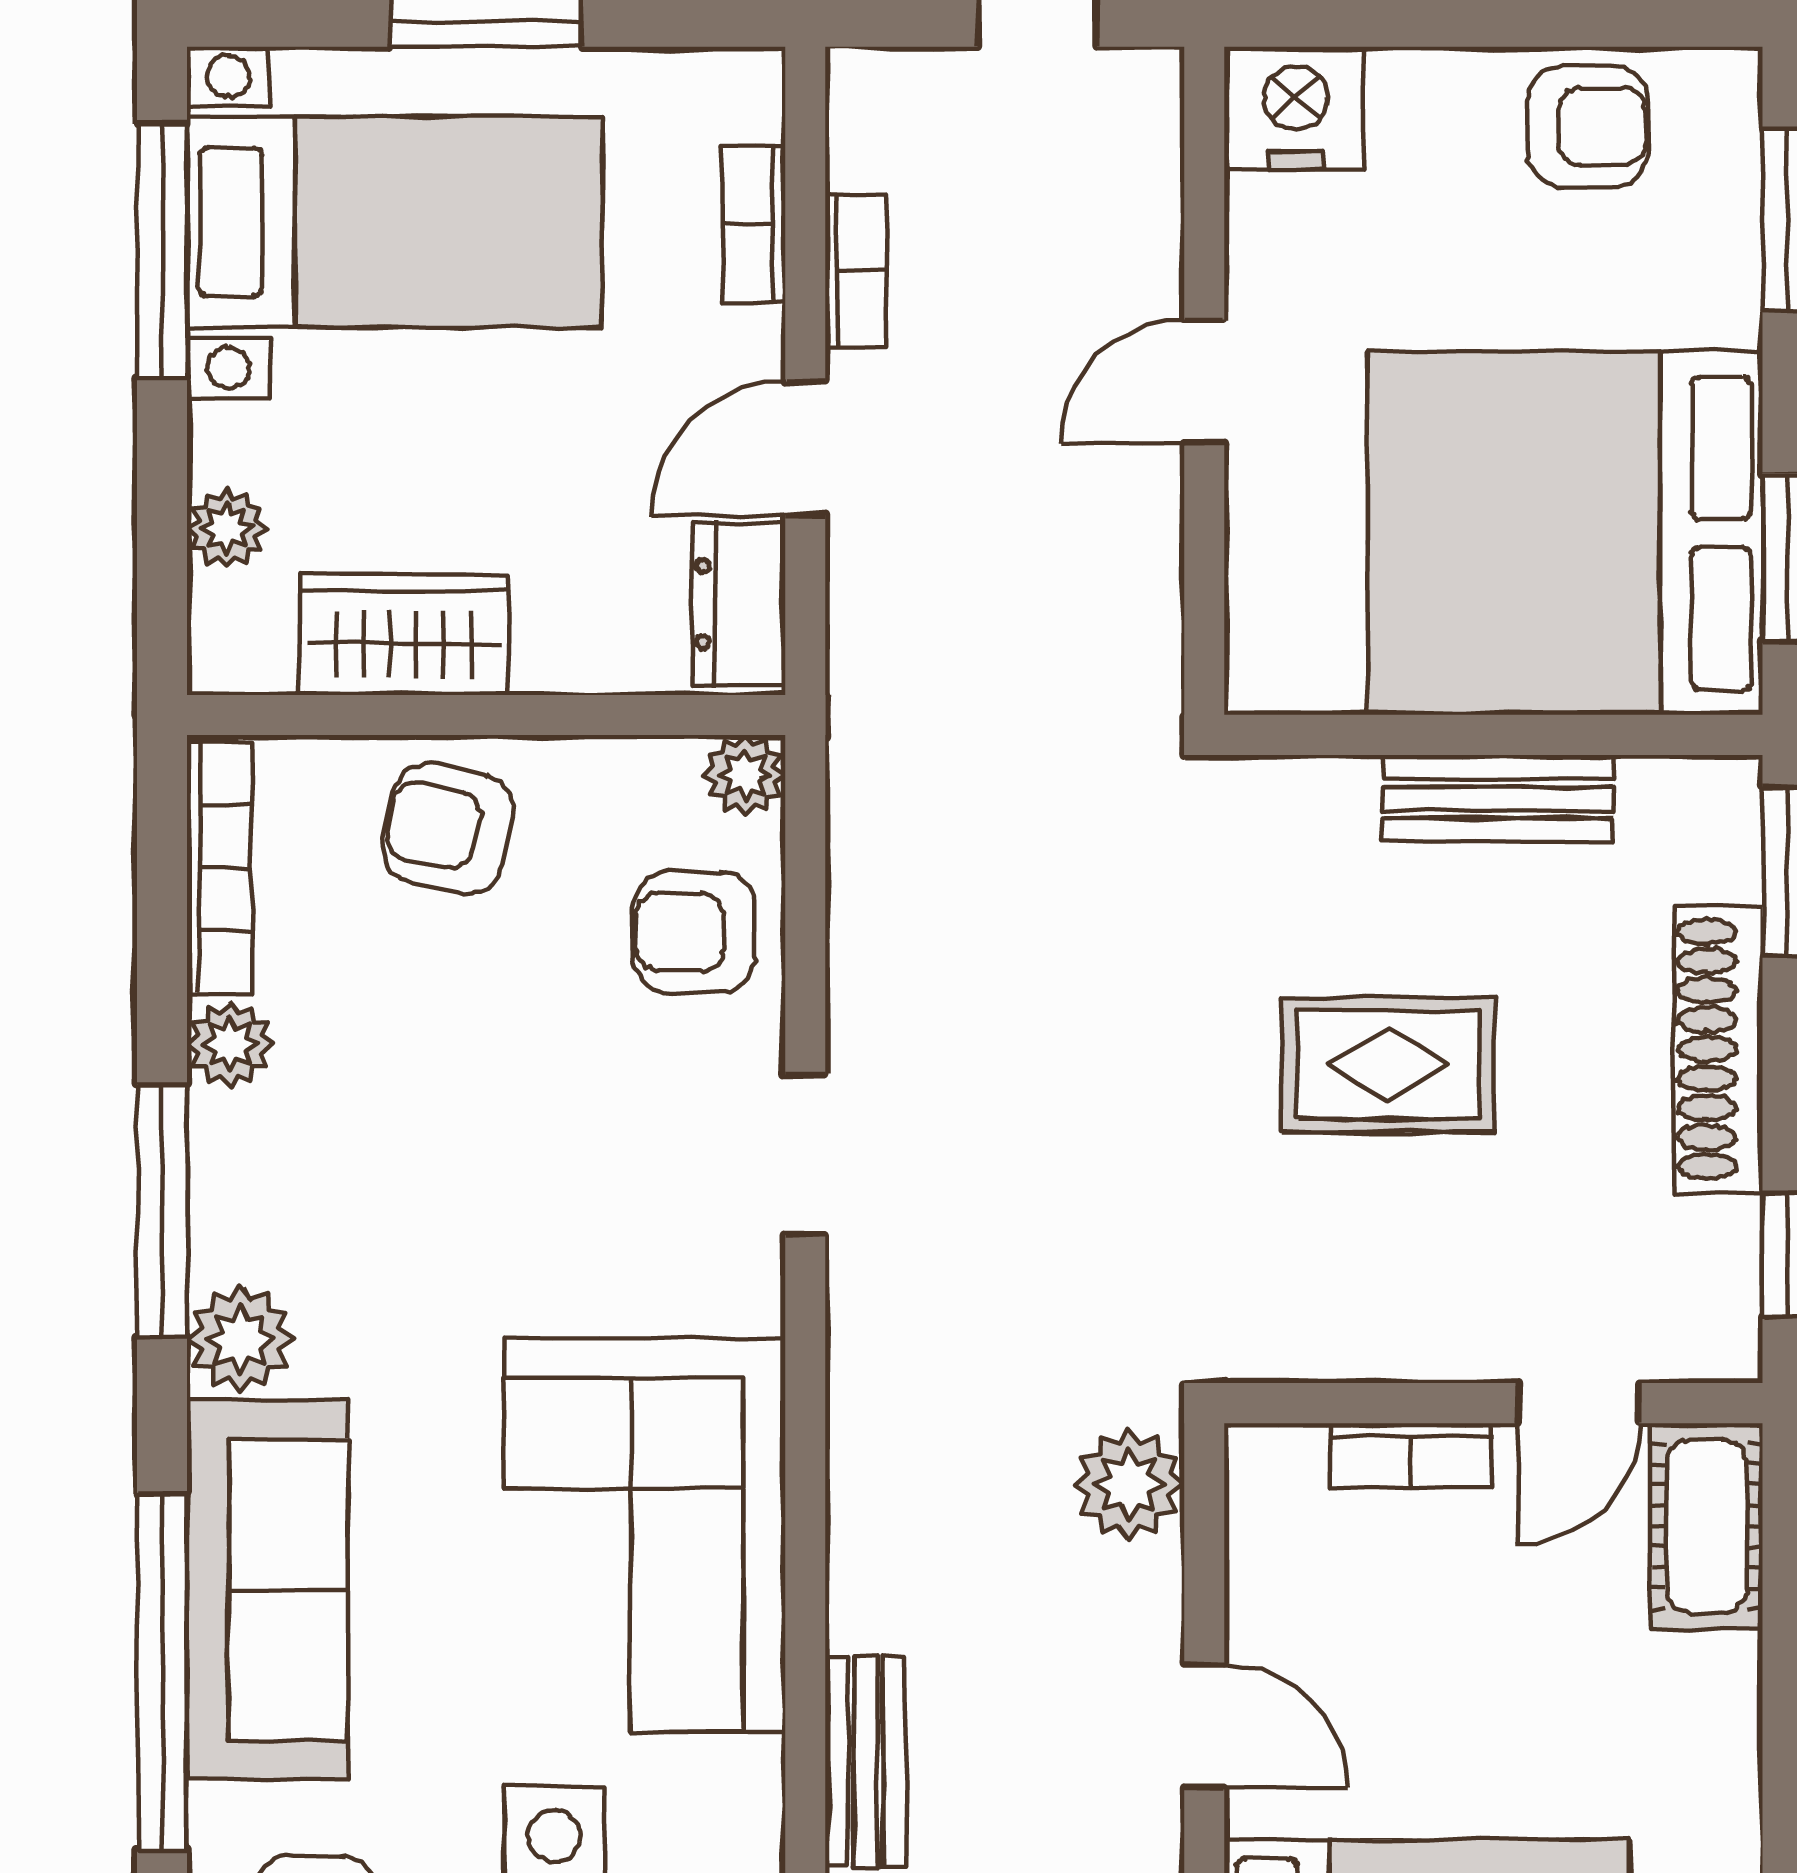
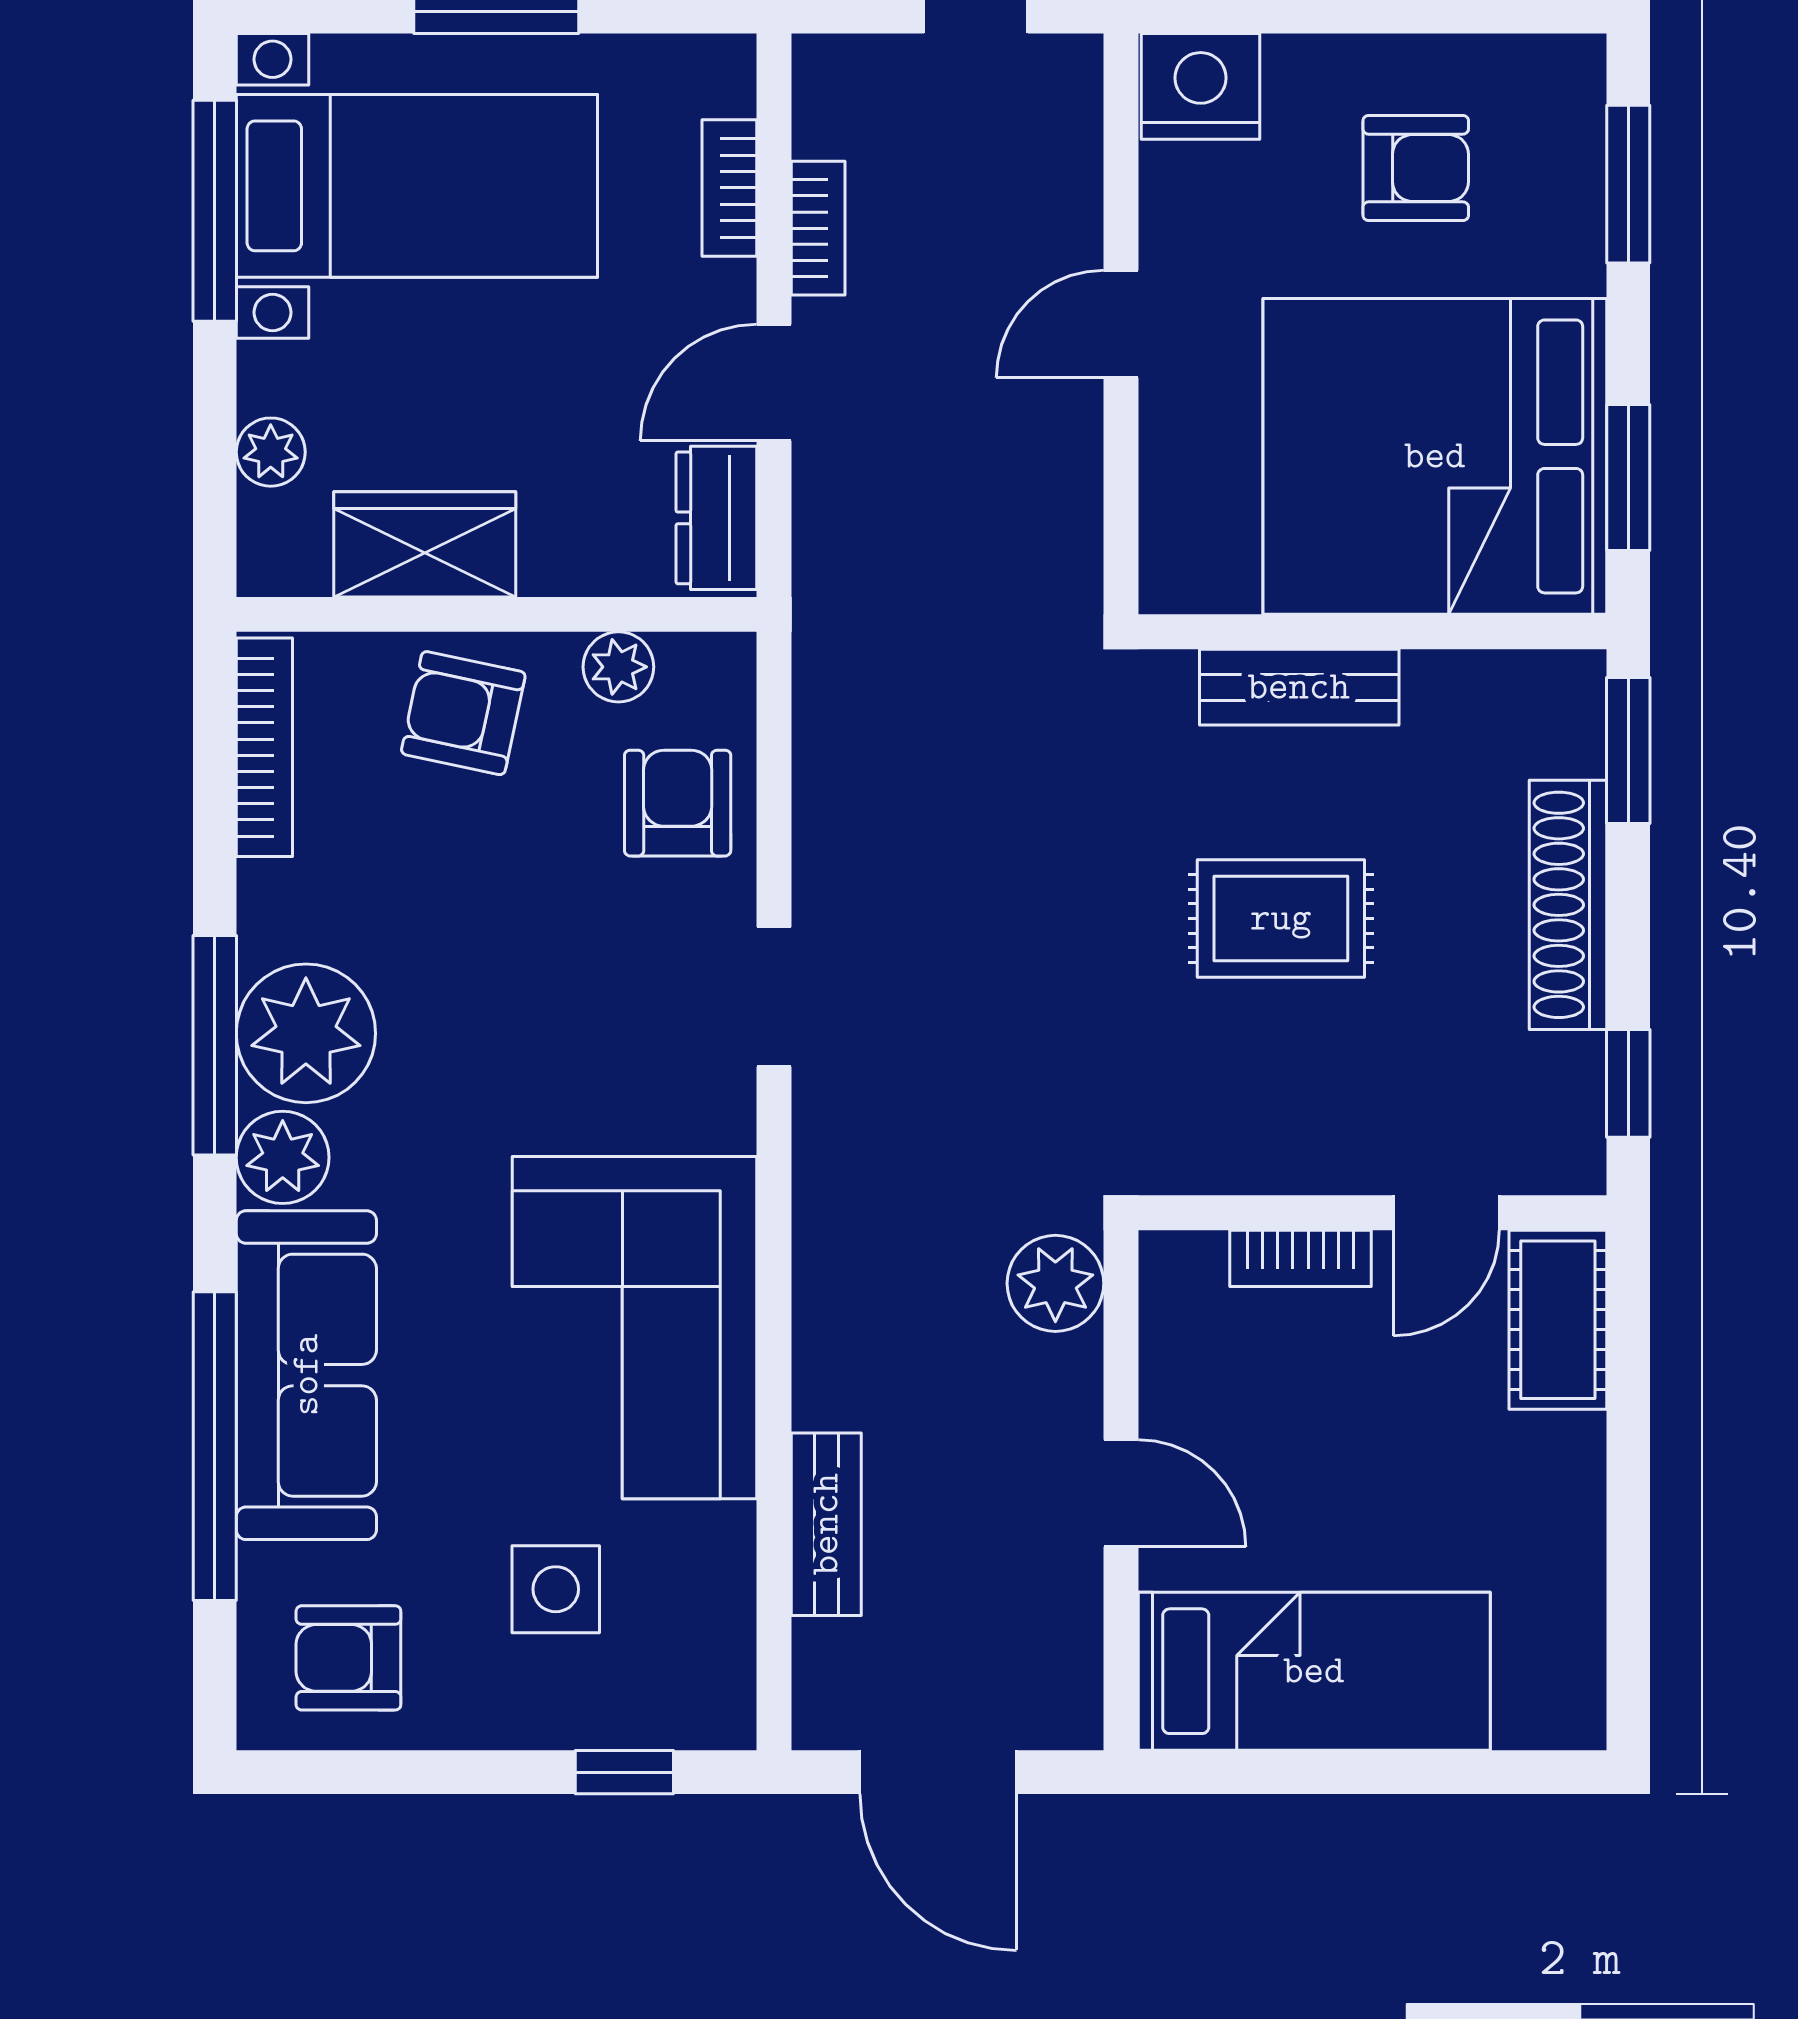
armchair: (1588, 126) -> (1416, 168), moved
plant: (745, 775) -> (618, 667), moved
bench: (1498, 799) -> (1299, 687), moved
armchair: (694, 932) -> (678, 803), turned 90
plant: (230, 1044) -> (306, 1033), moved, width x1.87, depth x1.87

